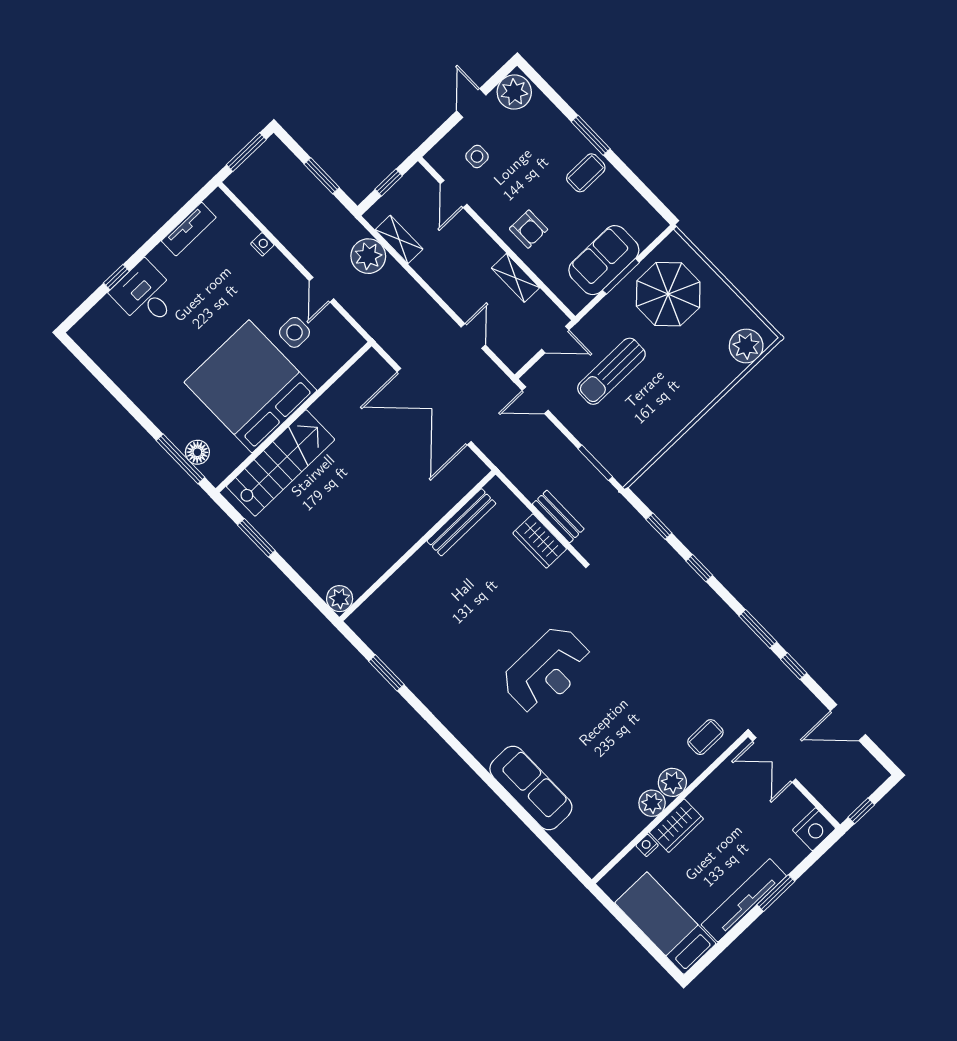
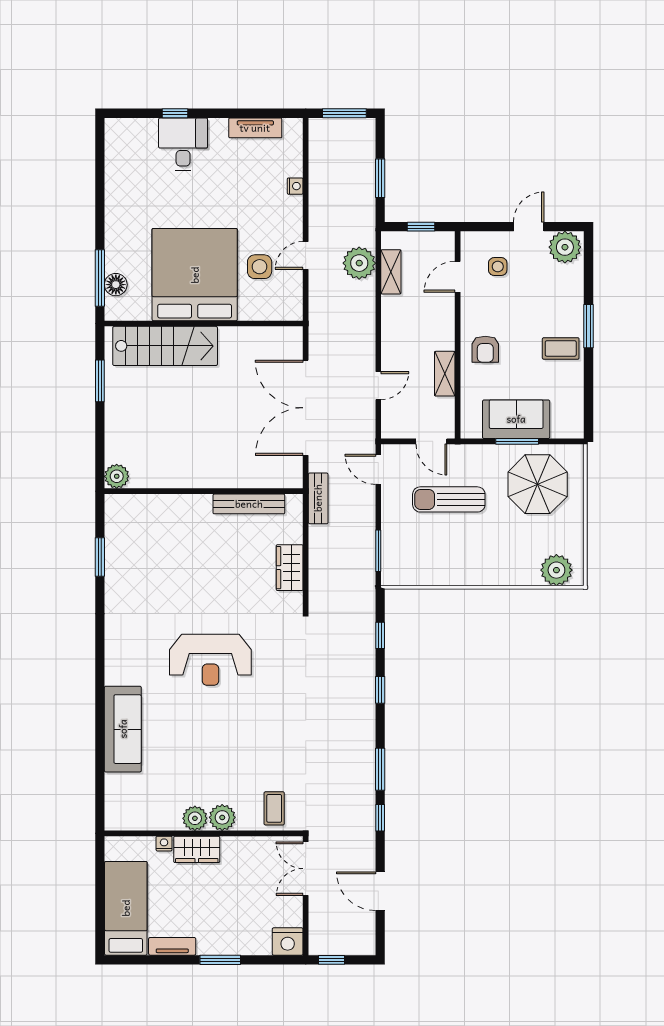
bench: (558, 516) -> (318, 498), moved
coffee table: (705, 737) -> (274, 808), turned 90
tv unit: (744, 900) -> (172, 946), width x0.52, depth x0.78

